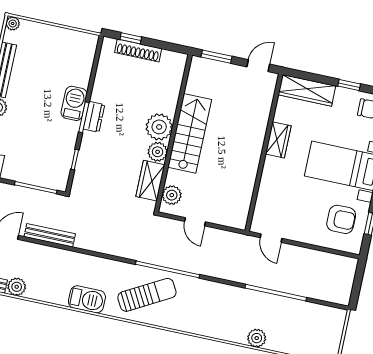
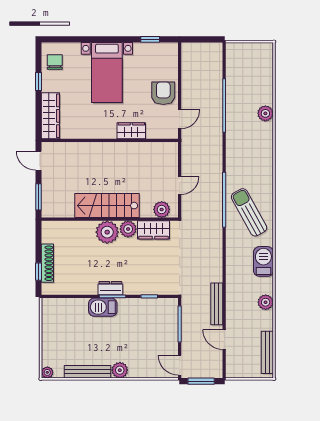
wardrobe: (278, 140) -> (131, 131), moved
armchair: (341, 219) -> (163, 93), moved
plant: (17, 287) -> (266, 302), moved

